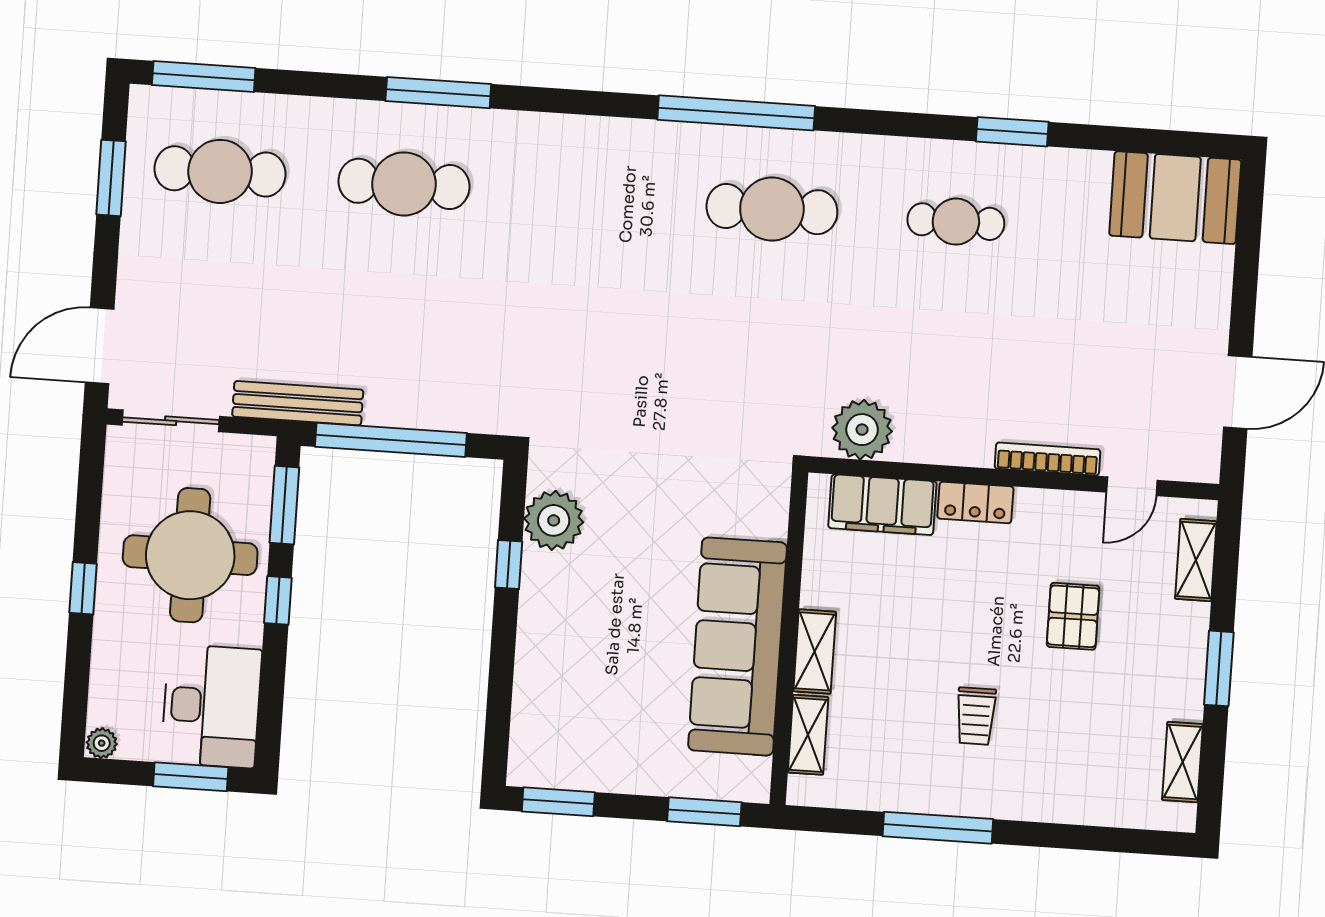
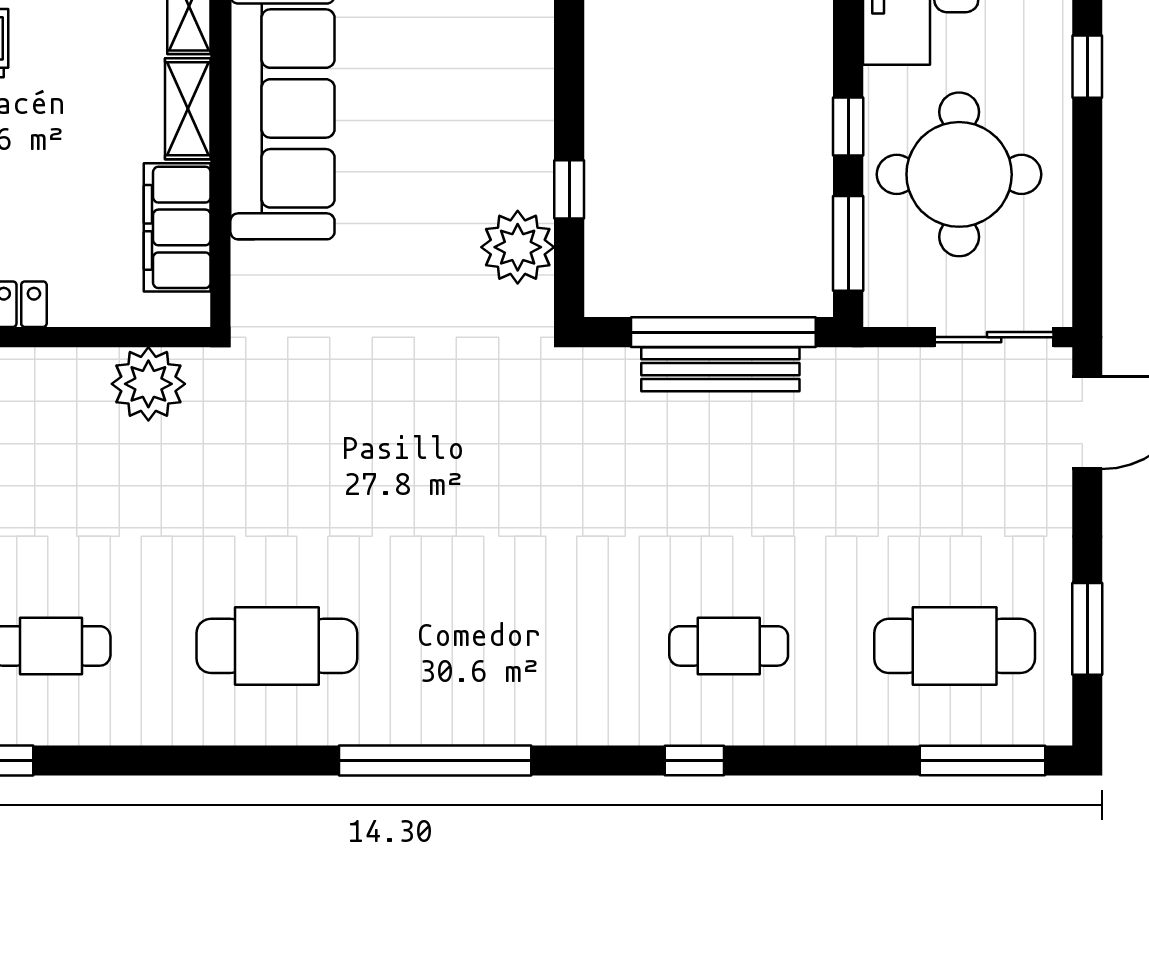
window: (438, 93) -> (694, 761), width x0.46
window: (736, 113) -> (435, 761), moved
cafe table: (404, 184) -> (729, 646), width x0.73, depth x0.74
bench: (298, 403) -> (720, 369), moved
filing cabinet: (882, 505) -> (177, 227), moved, turned -90
window: (83, 588) -> (1087, 67), moved

